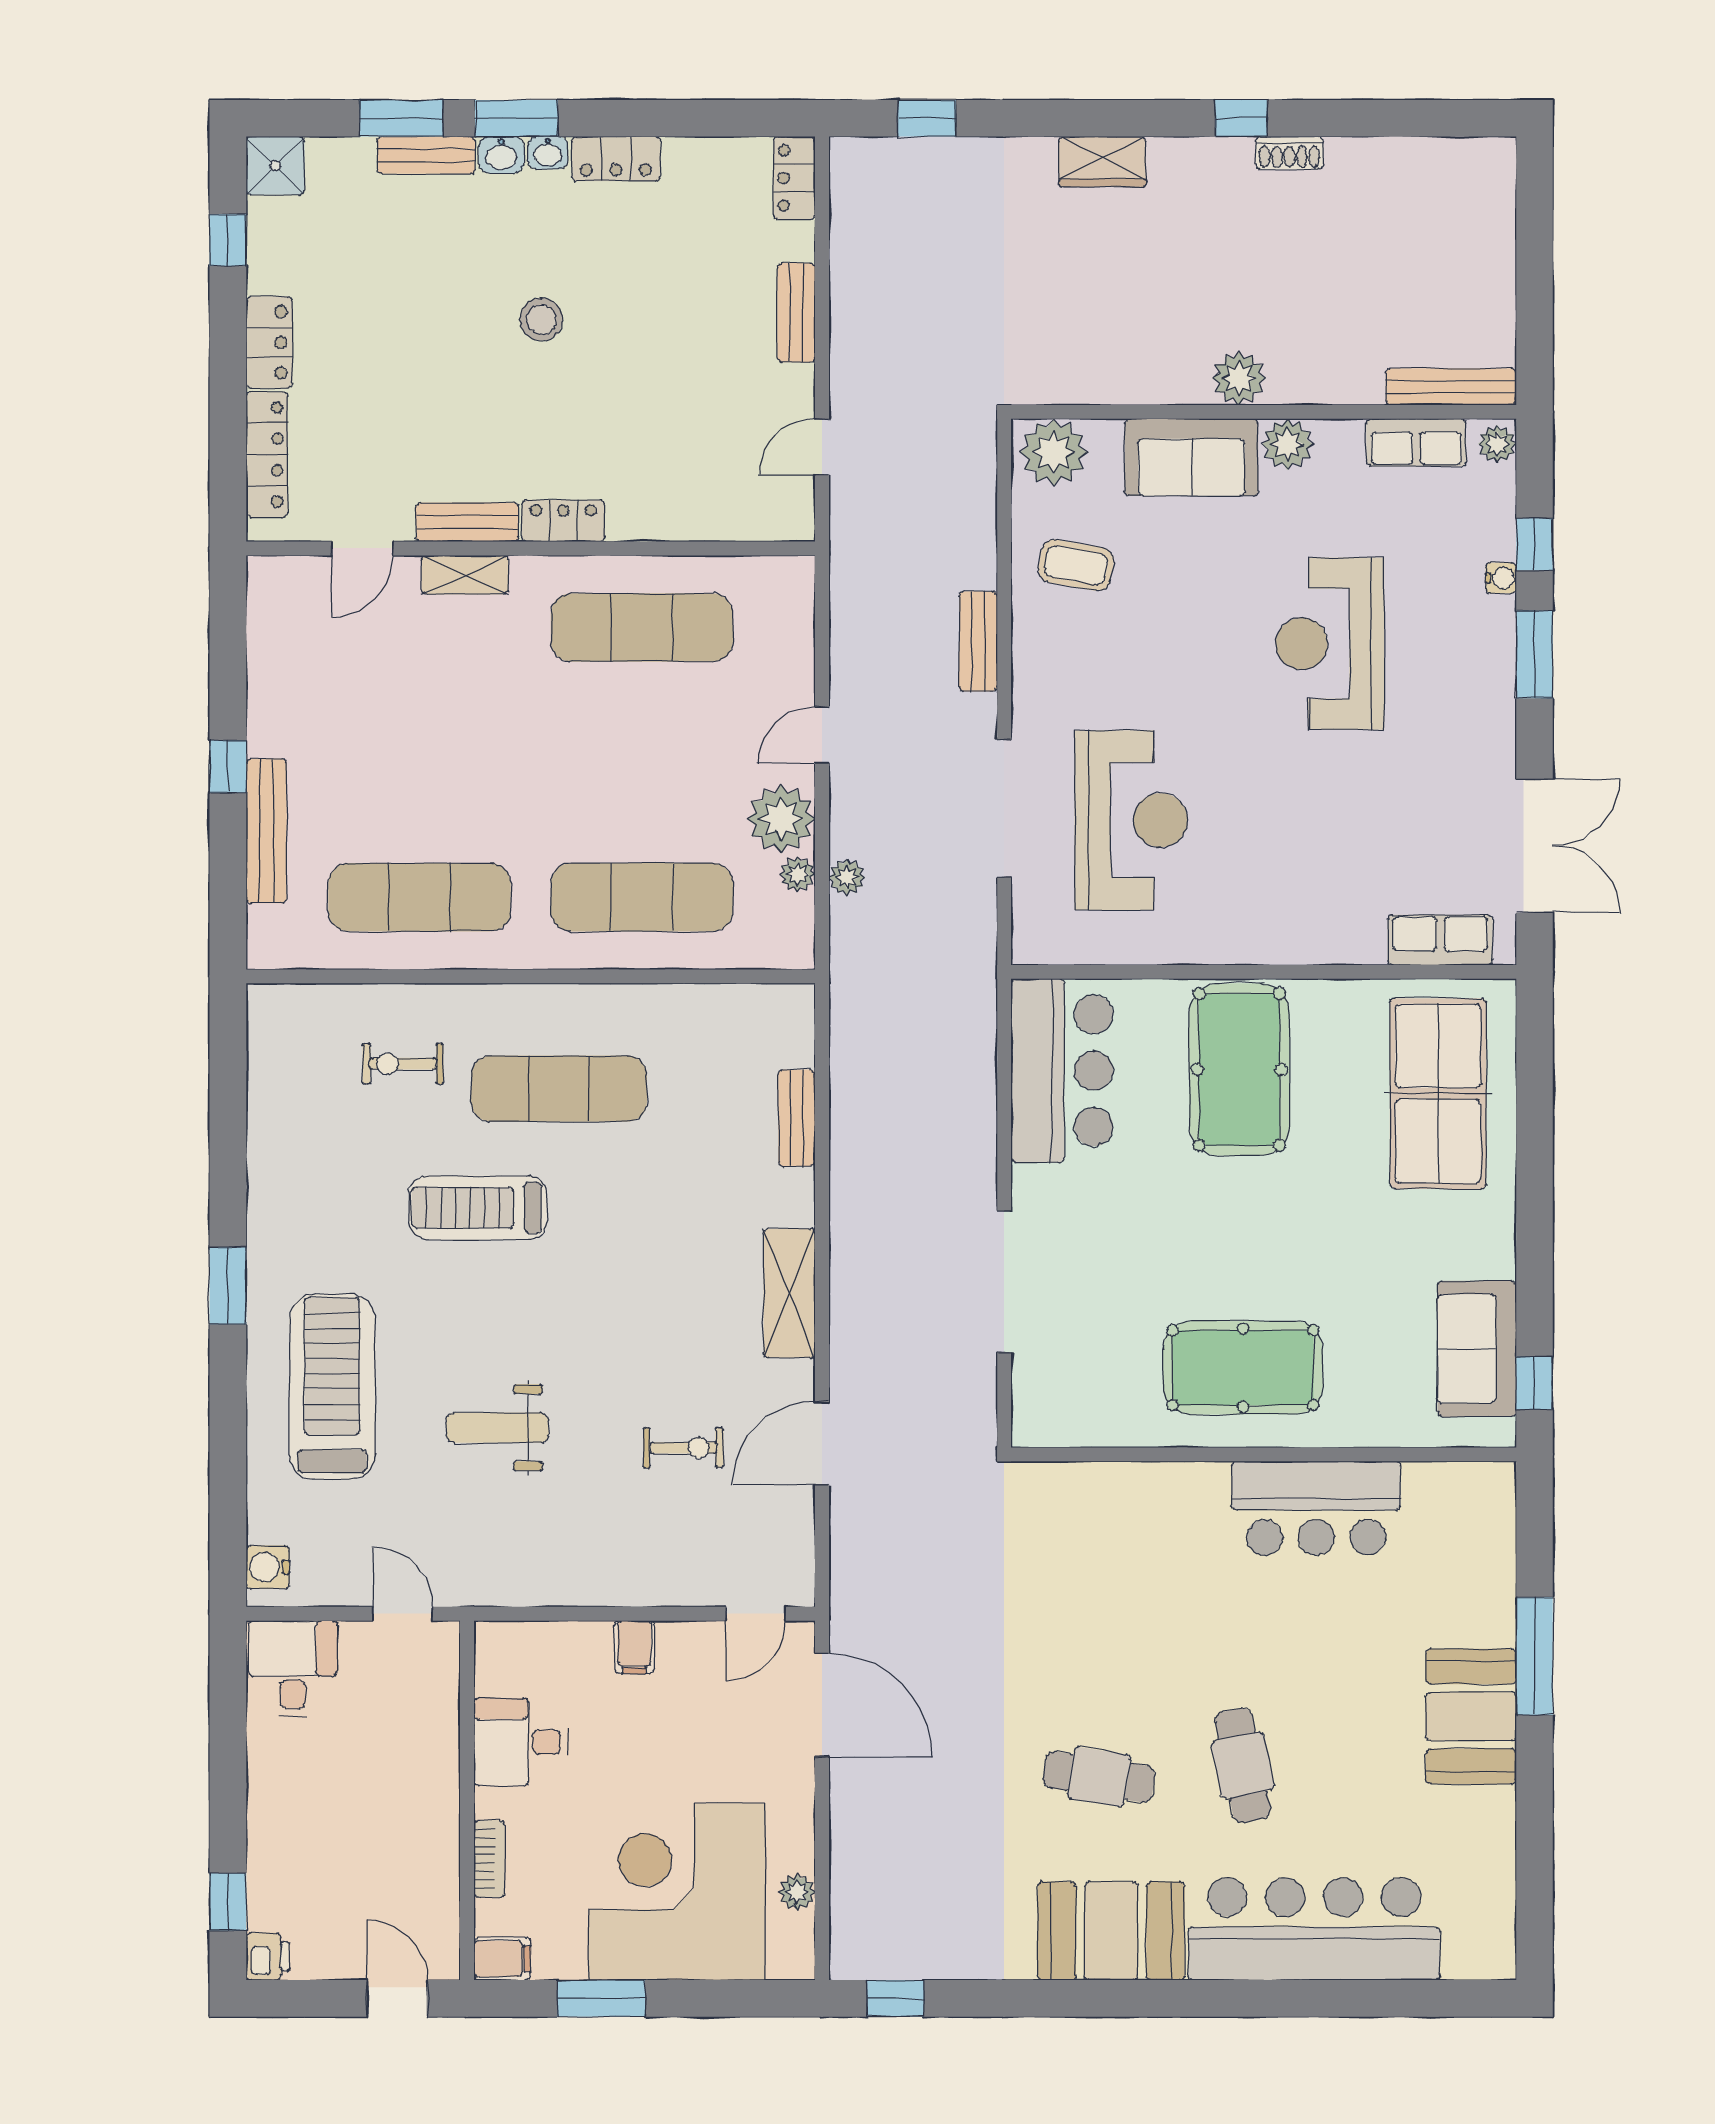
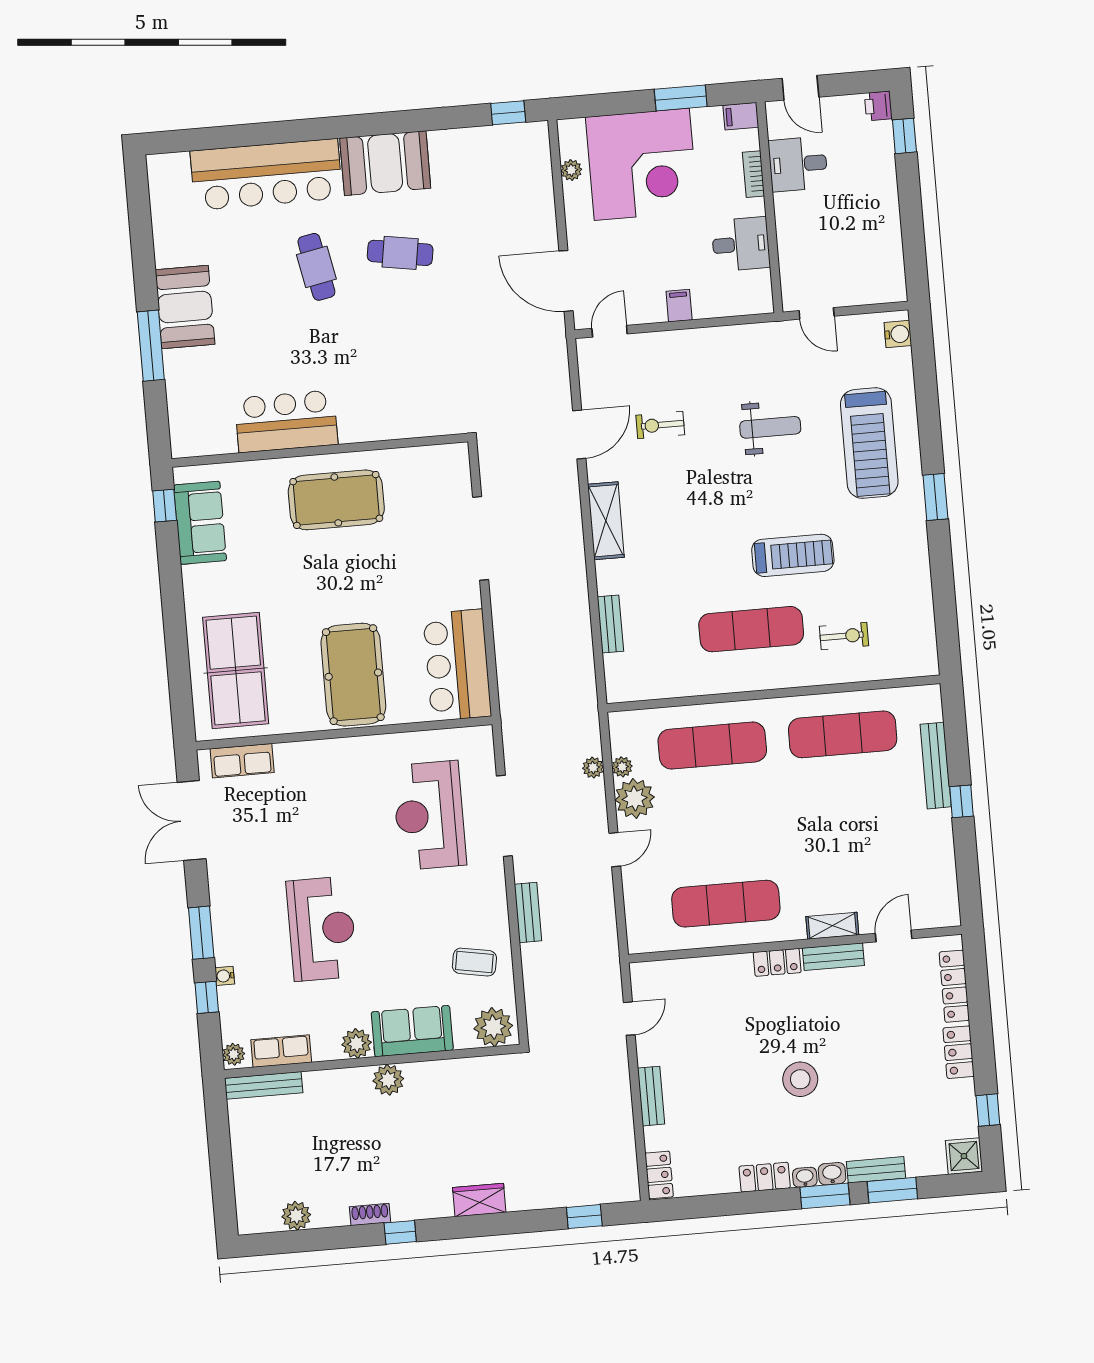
plant: (1415, 161) -> (296, 1216), added
stool: (541, 319) -> (800, 1079), width x1.38, depth x1.38
desk: (293, 1668) -> (798, 164), moved, turned 90

